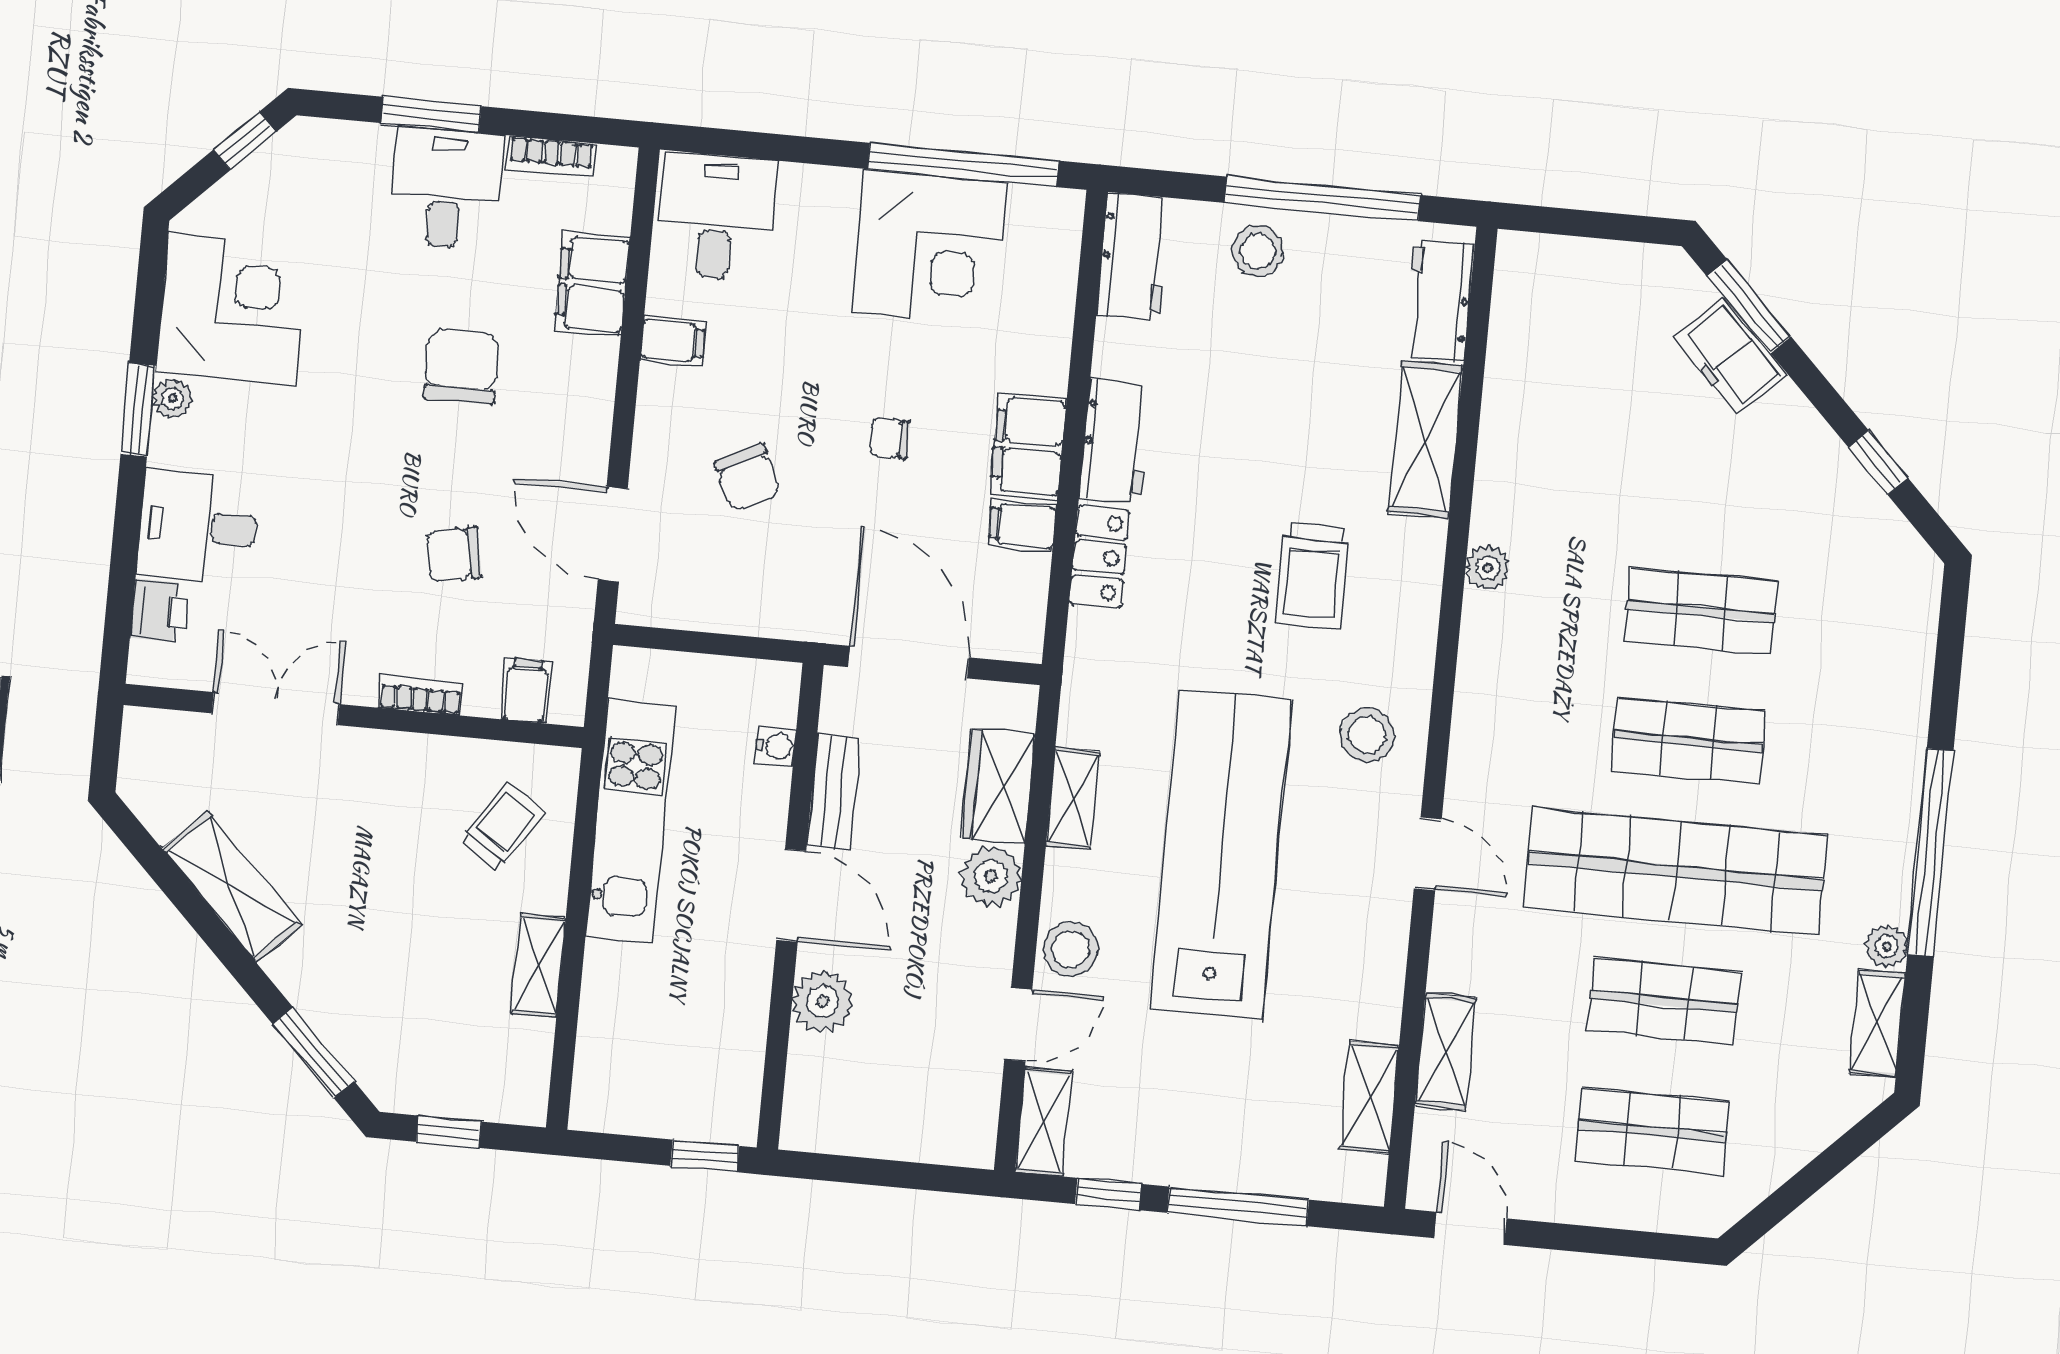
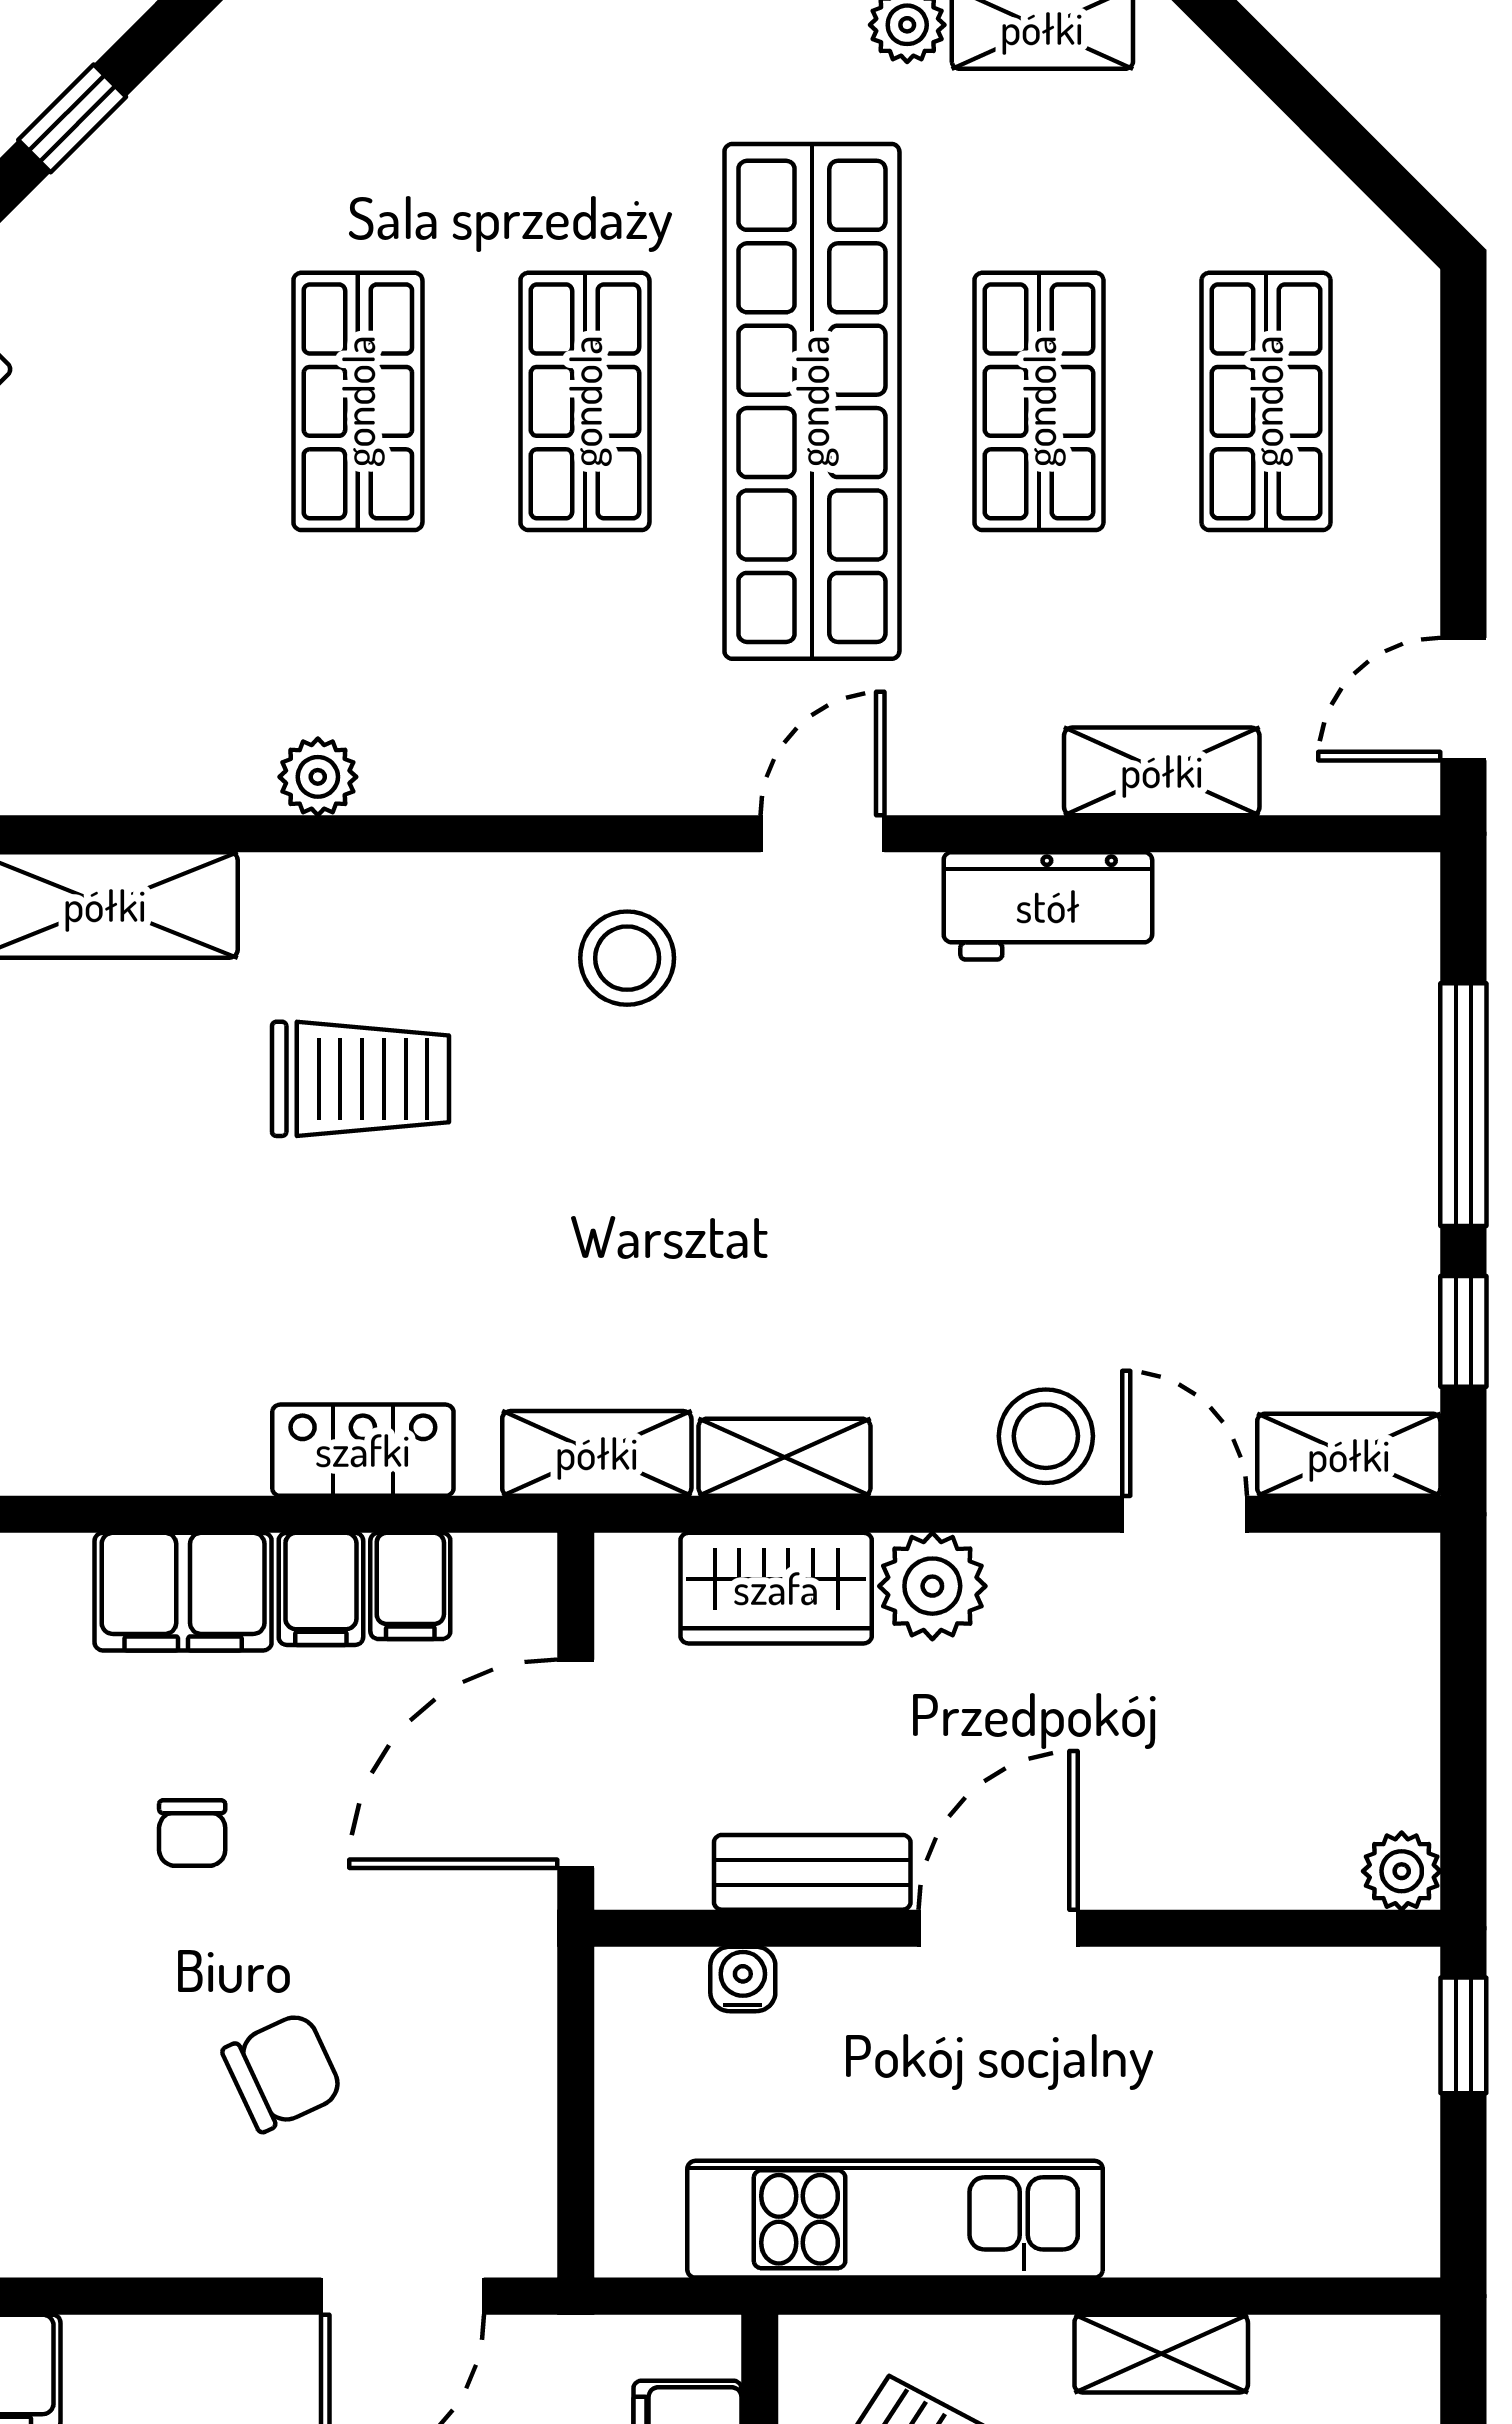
filing cabinet: (672, 341) -> (410, 1586), moved, turned 180
workbench: (1115, 442) -> (1048, 906), moved, turned 180
lab bench: (1221, 855) -> (857, 1192), removed
plant: (823, 1002) -> (1402, 1871), moved, width x0.73, depth x0.73
shelving: (1370, 1098) -> (597, 1453), moved

